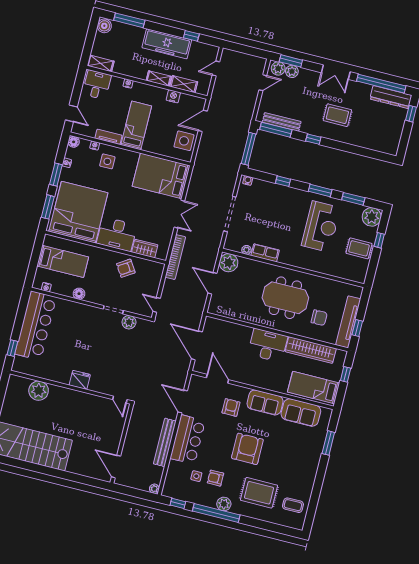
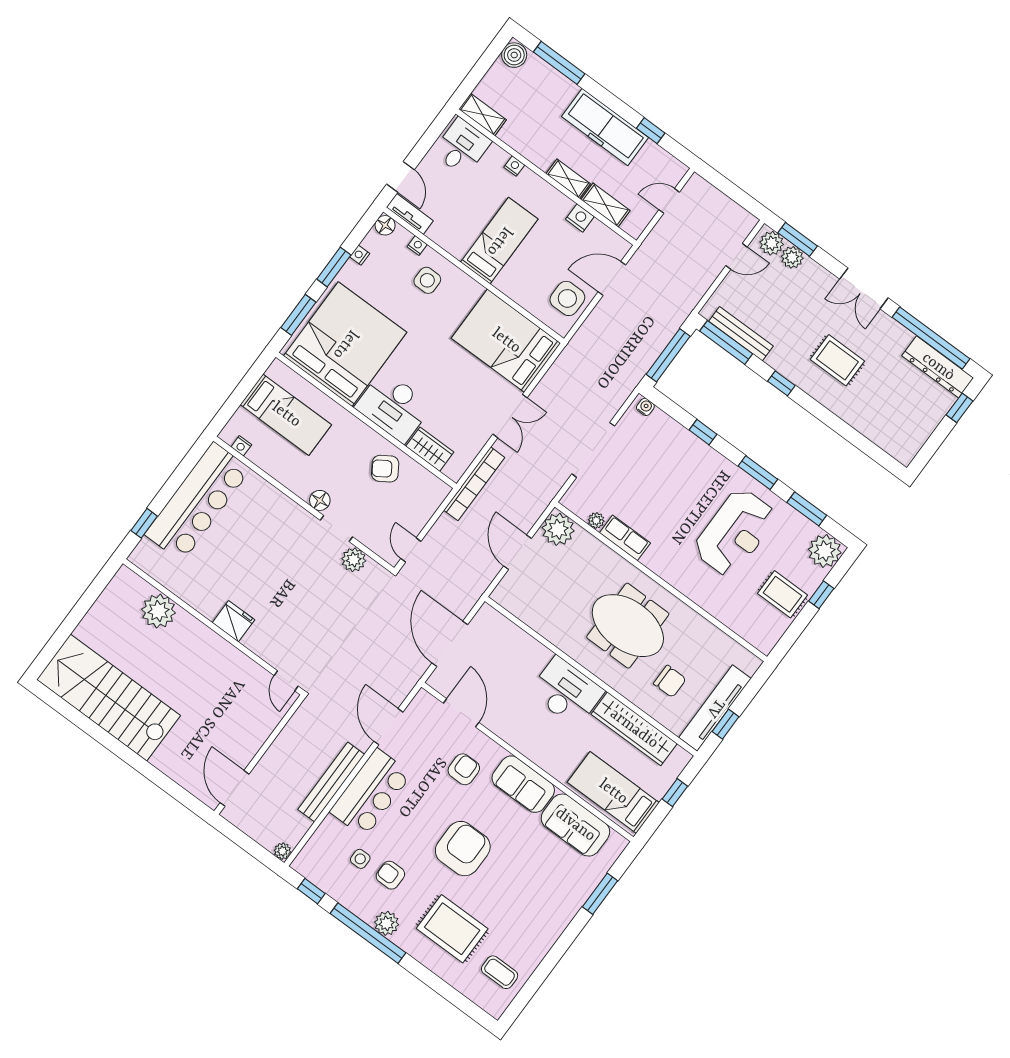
tv unit: (108, 137) -> (410, 214), moved
floor lamp: (79, 294) -> (320, 500), moved

